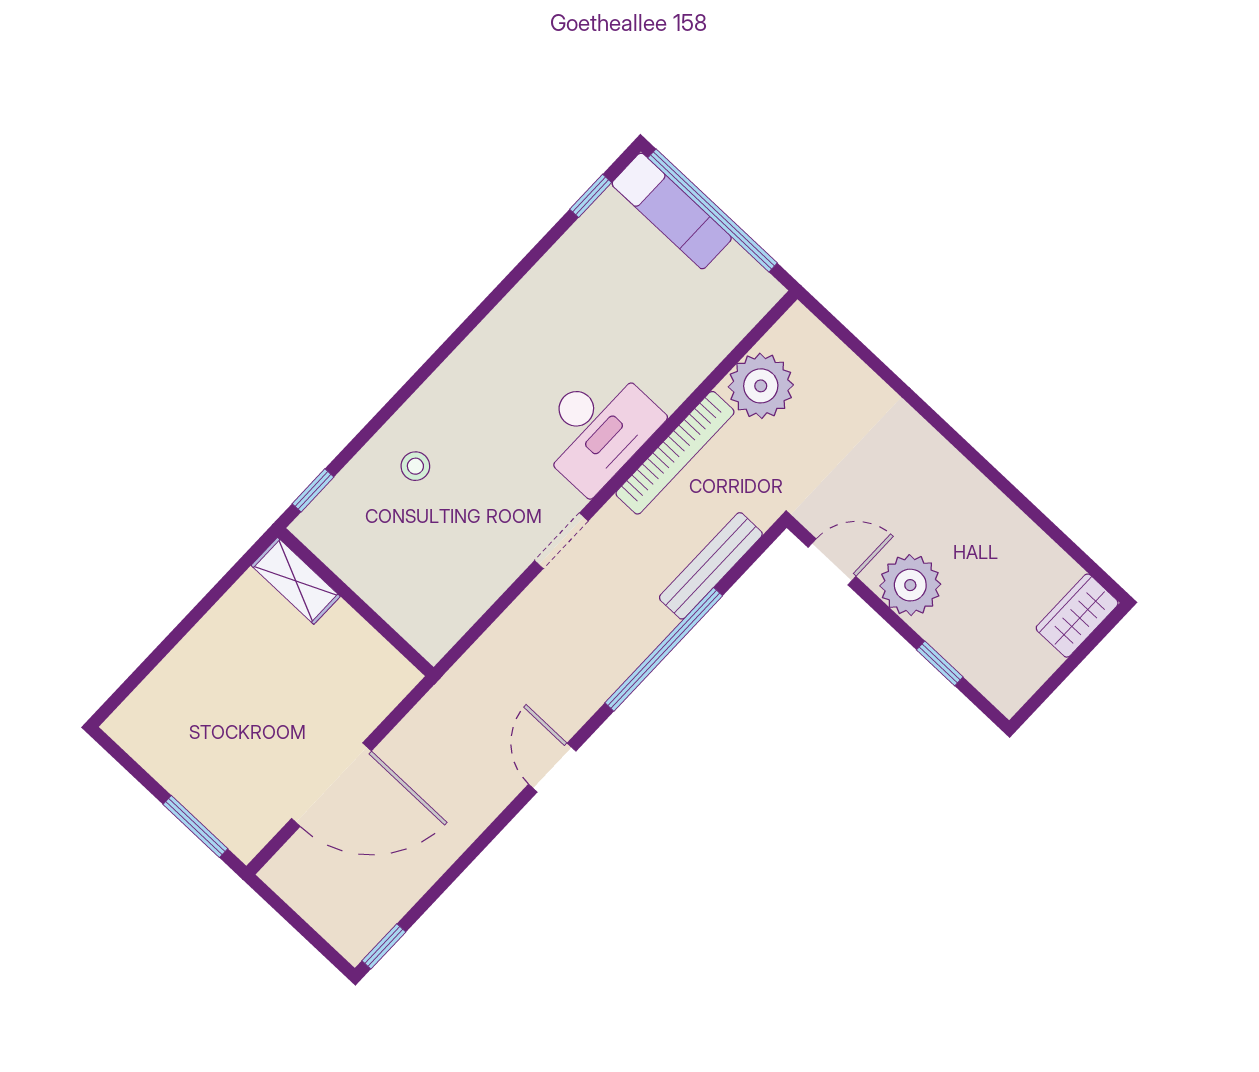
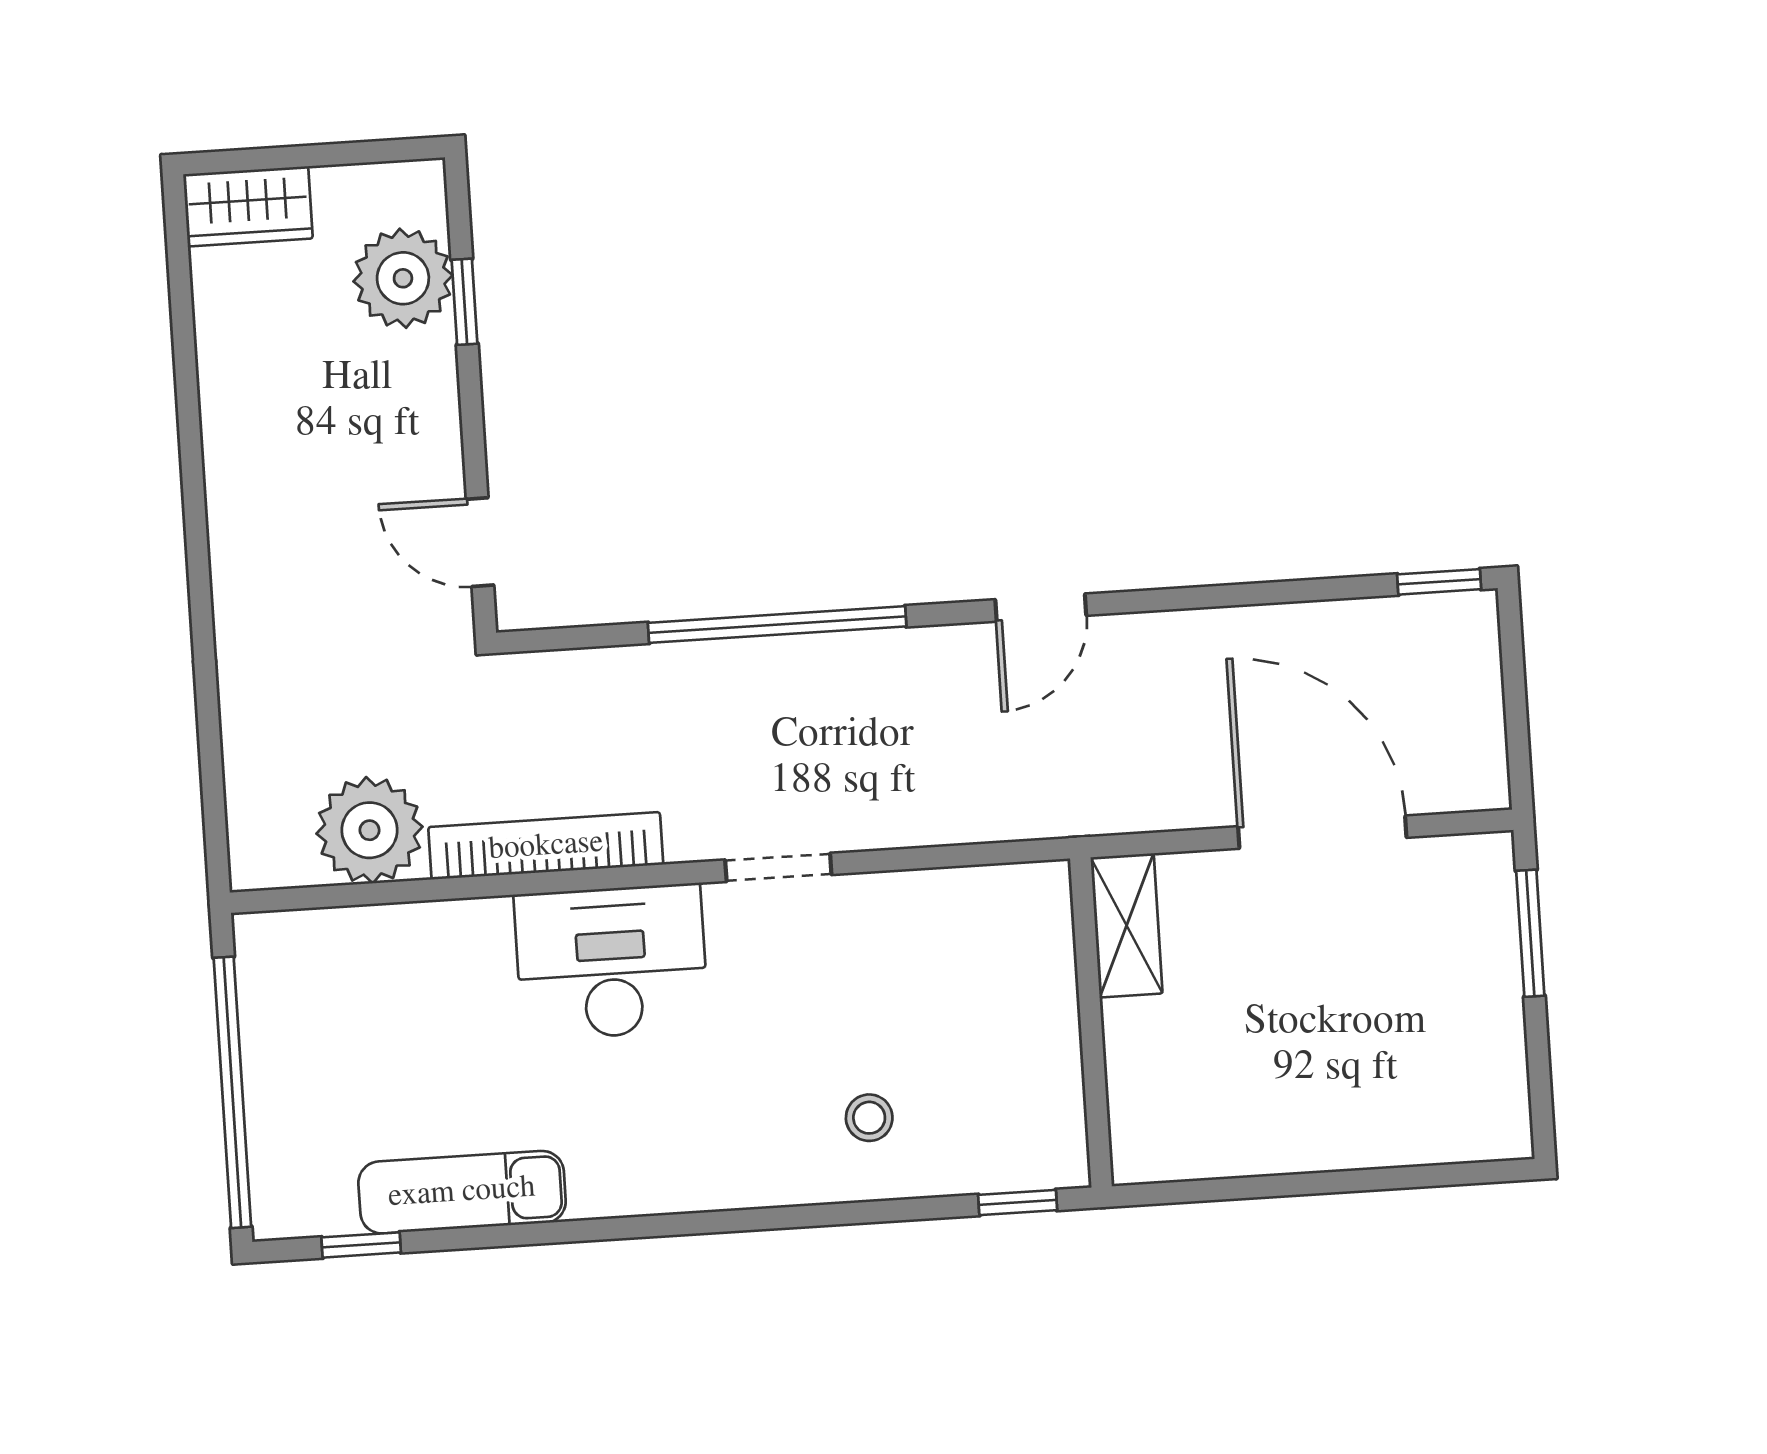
exam couch: (672, 211) -> (462, 1192), moved, turned -90
bench: (711, 566) -> (628, 672), removed
shelving: (296, 581) -> (1127, 925), moved
plant: (910, 585) -> (403, 278), moved

